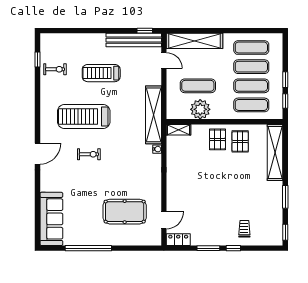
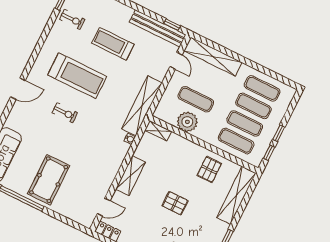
treadmill: (84, 117) -> (77, 76), turned 180
pallet: (217, 139) -> (175, 203), moved, turned 90
shelving: (174, 181) -> (131, 176), added
pool table: (125, 212) -> (49, 180), moved, turned 90

